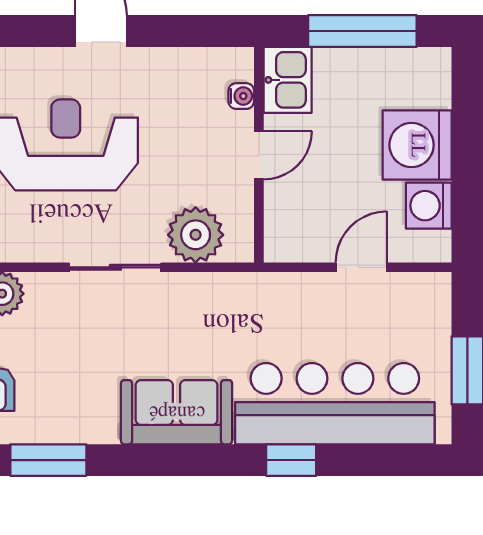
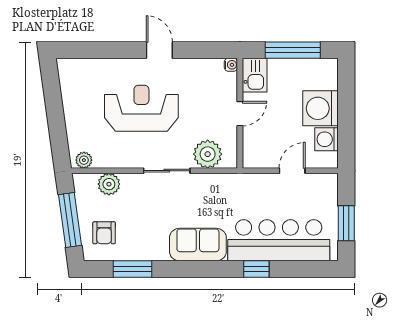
water cooler: (241, 96) -> (231, 65), moved

